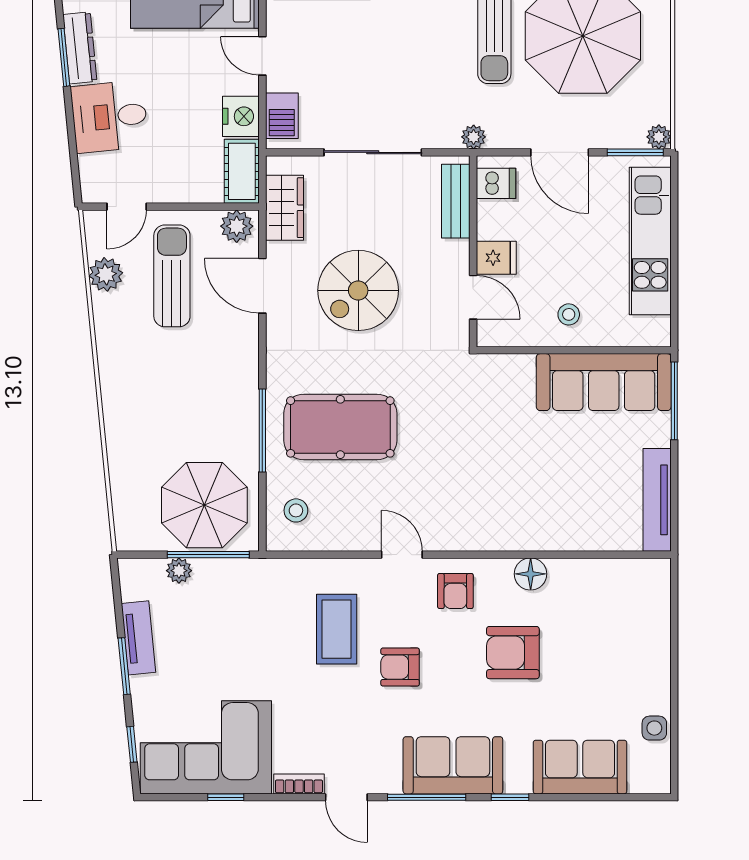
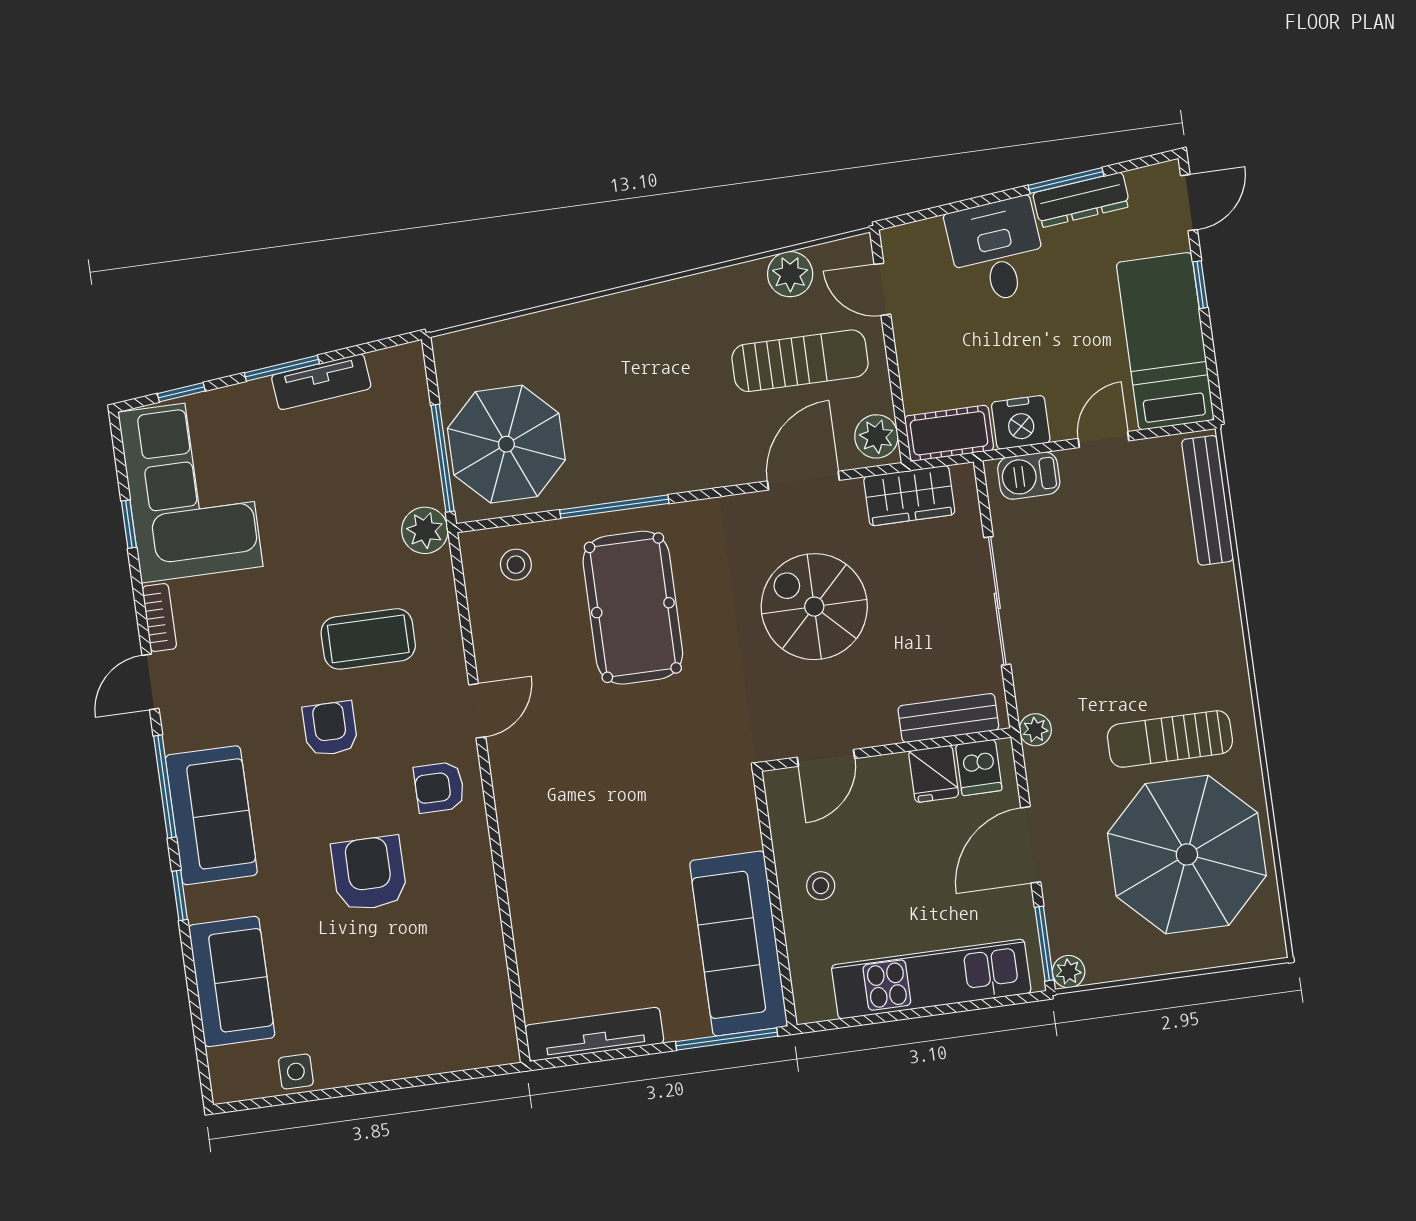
fridge: (496, 258) -> (934, 774), moved
plant: (179, 571) -> (425, 530), moved, width x1.38, depth x1.38
floor lamp: (531, 574) -> (475, 882), removed

